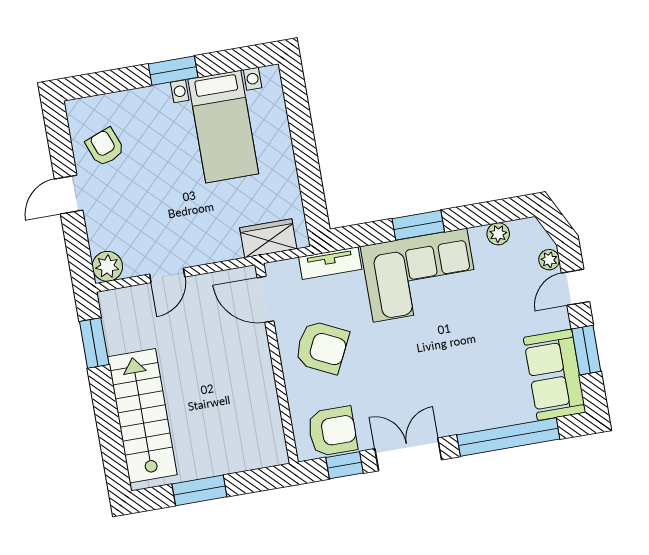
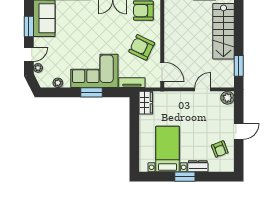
dresser: (148, 99) -> (198, 166), added
wardrobe: (268, 238) -> (146, 103), moved, turned -90

